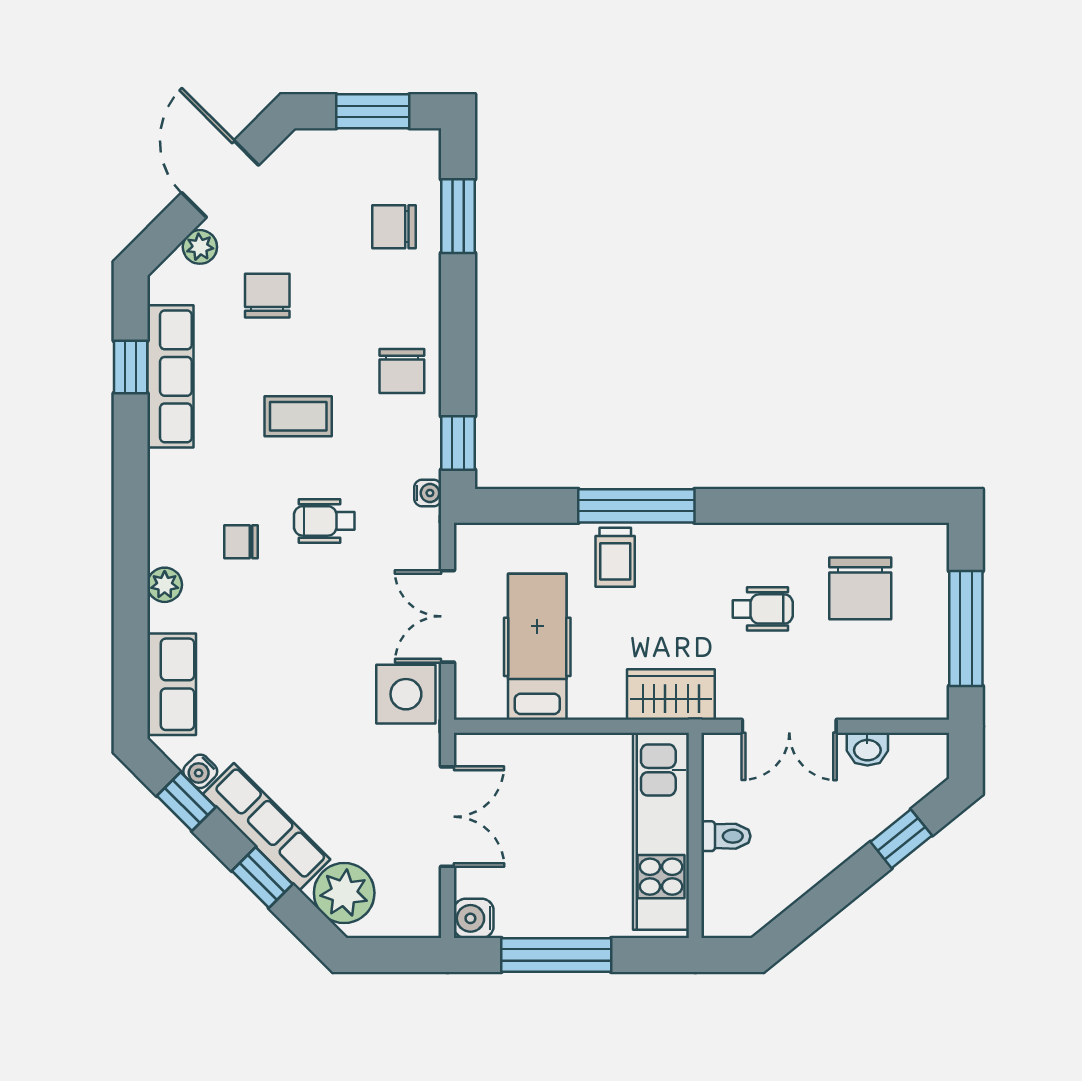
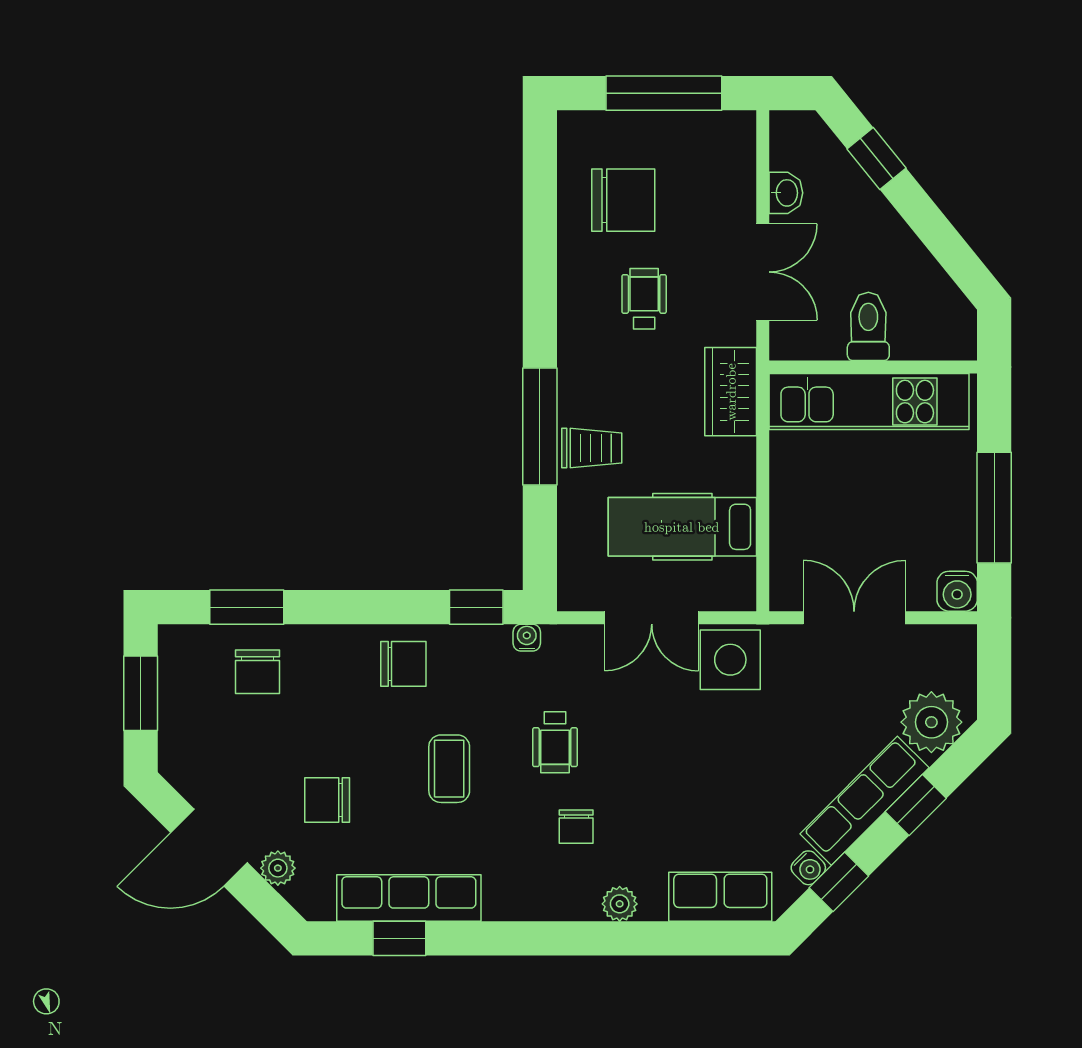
toilet: (726, 836) -> (868, 326), width x1.37, depth x1.39

